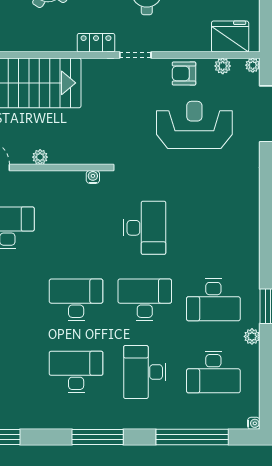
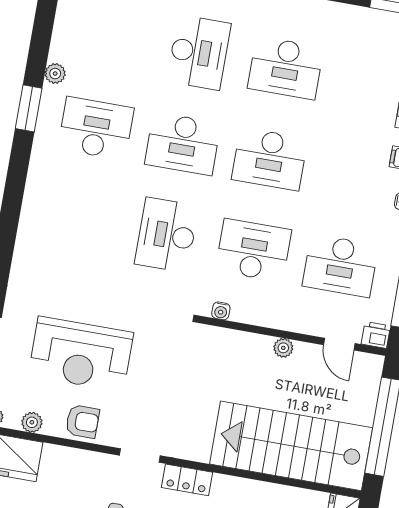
desk: (213, 372) -> (253, 250), moved

